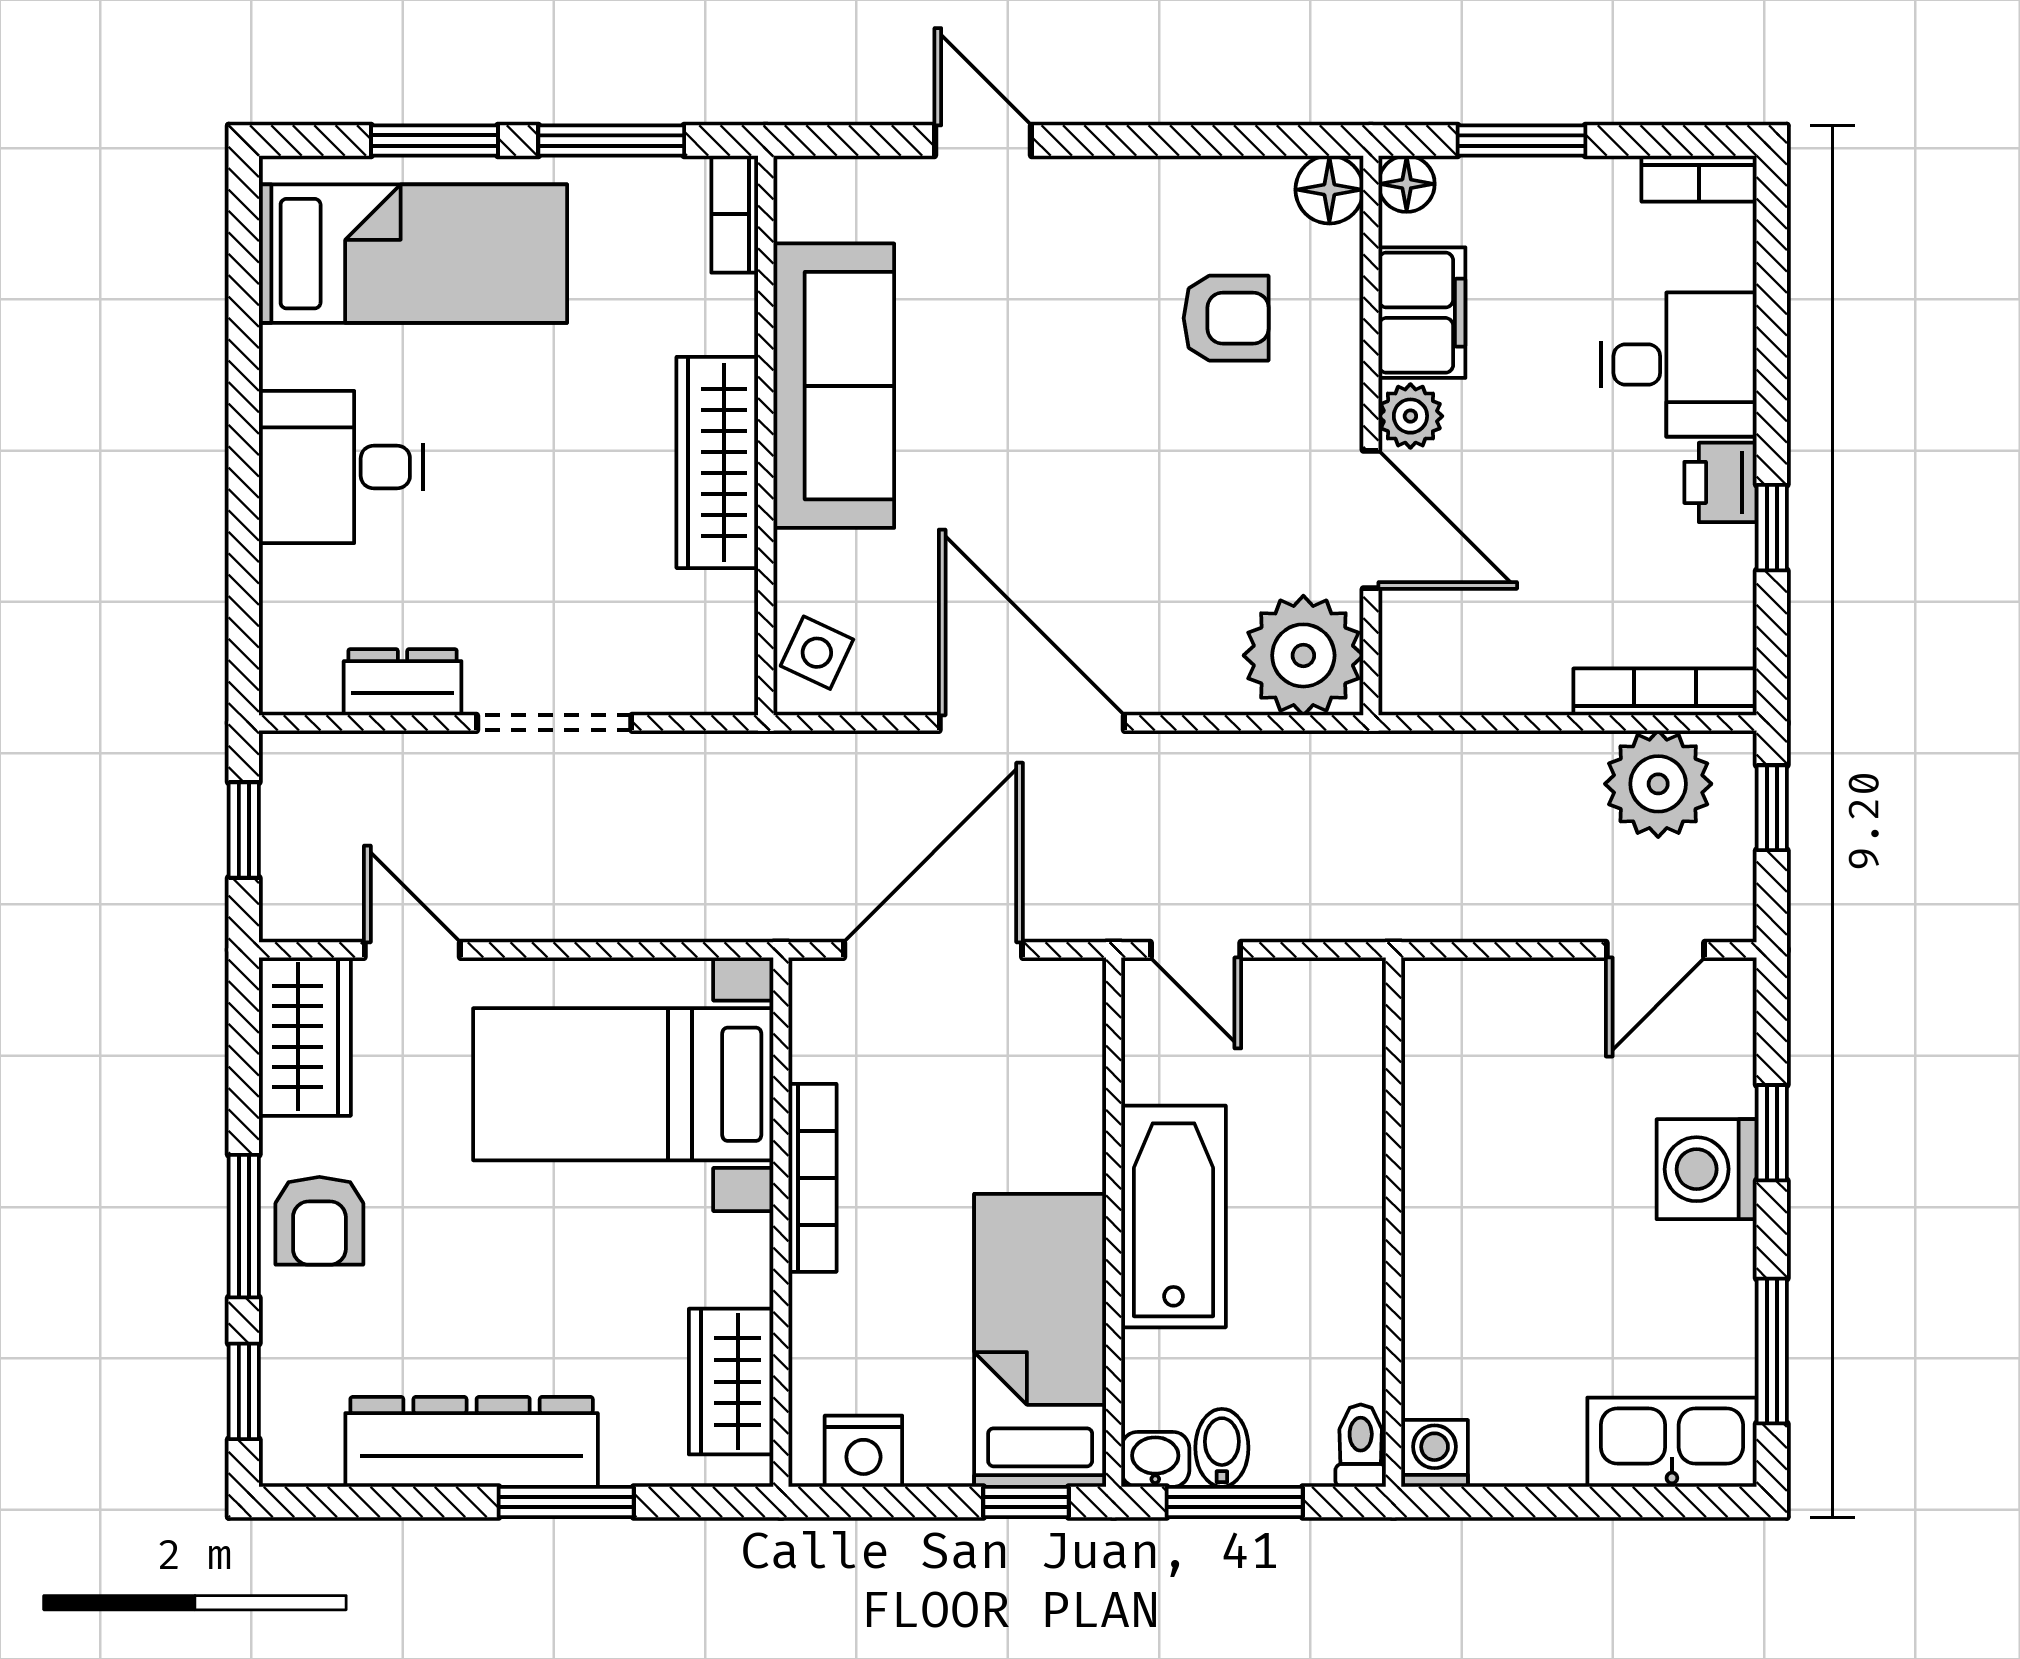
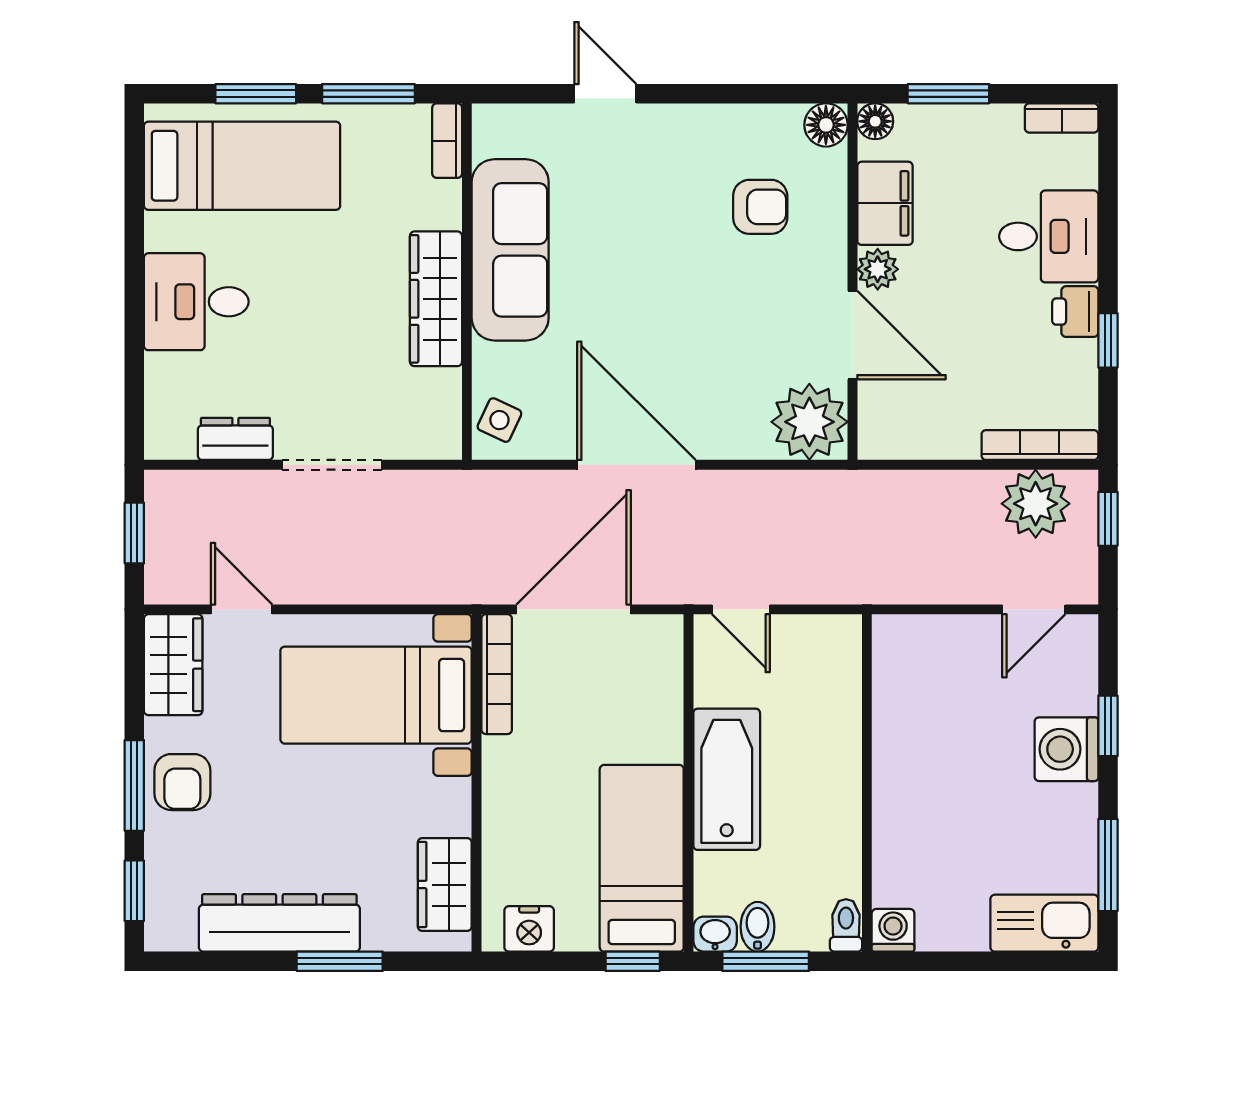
bookcase: (812, 1178) -> (497, 674), moved

